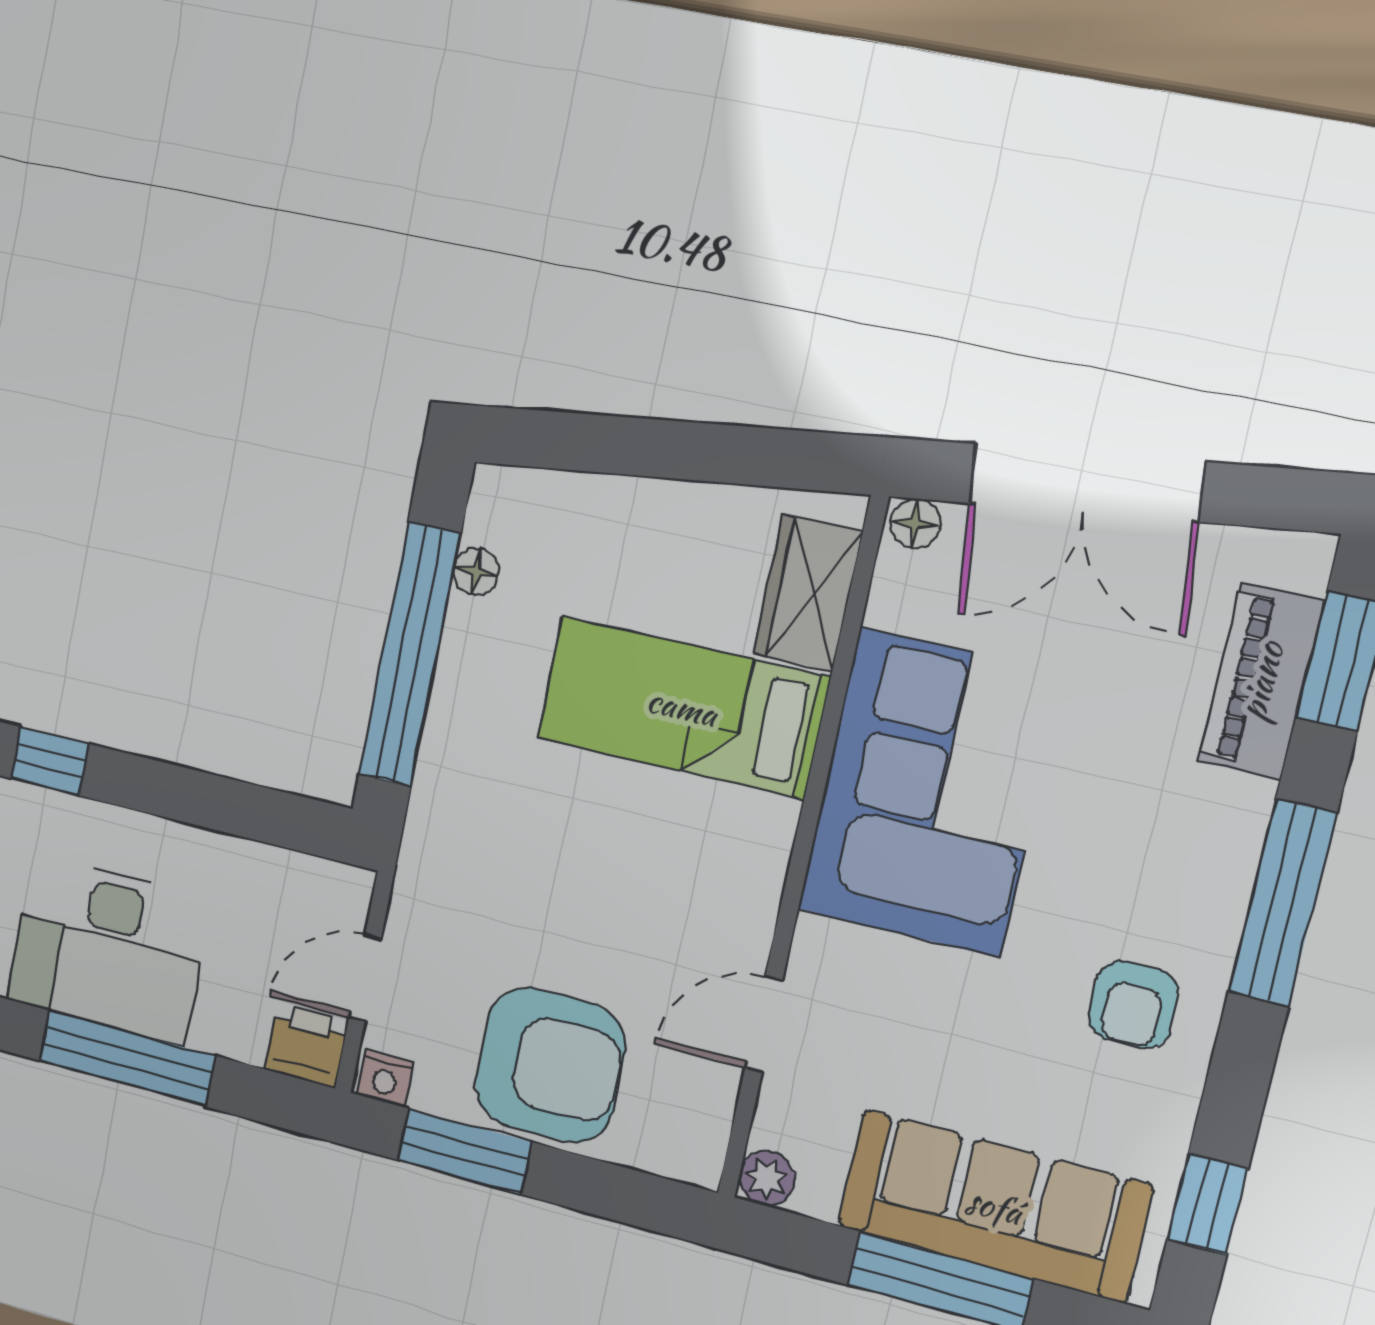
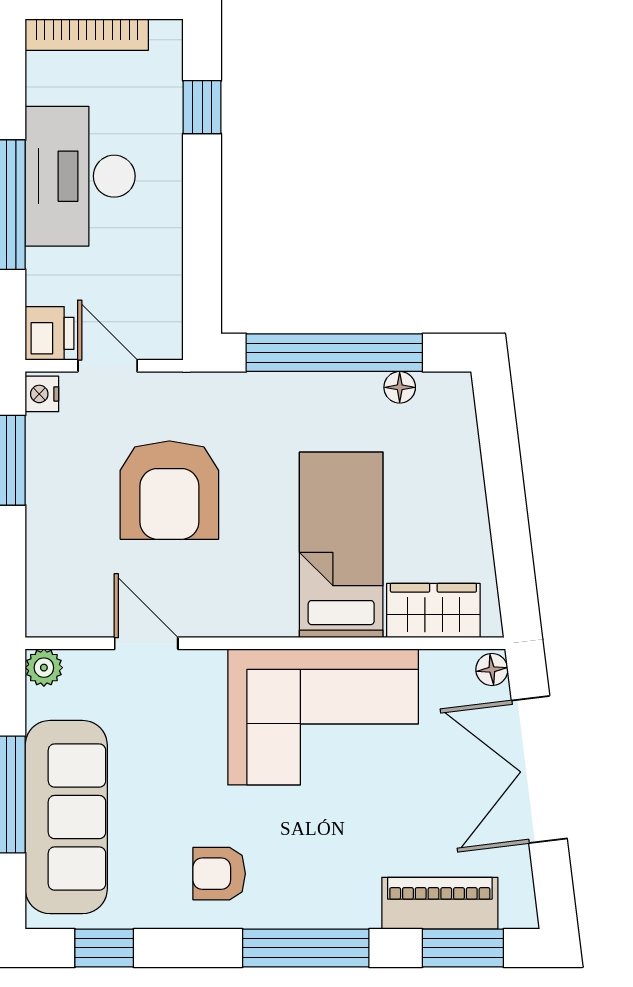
armchair: (550, 1065) -> (169, 490), moved

